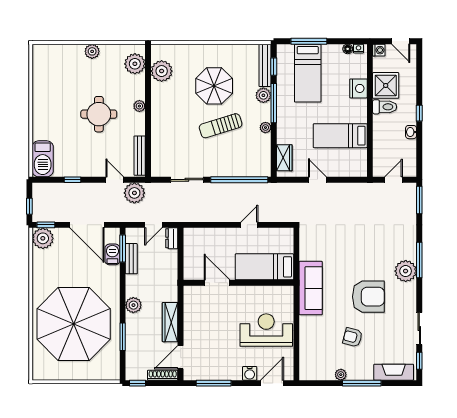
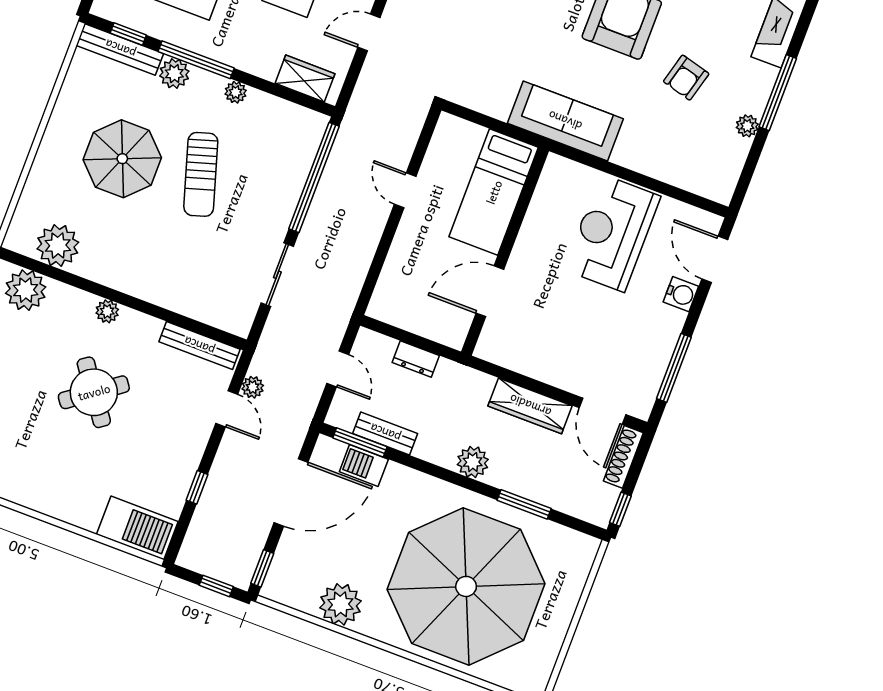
round table: (99, 114) -> (94, 392), turned -36
door: (115, 180) -> (227, 409), swing flipped
plant: (134, 193) -> (253, 387), width x0.53, depth x0.53
plant: (43, 238) -> (340, 604), moved
dresser: (172, 238) -> (416, 359), moved

